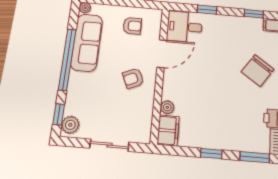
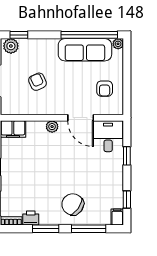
window: (67, 59) -> (89, 35), moved
armchair: (133, 78) -> (38, 82), moved
plant: (167, 107) -> (52, 127), moved

